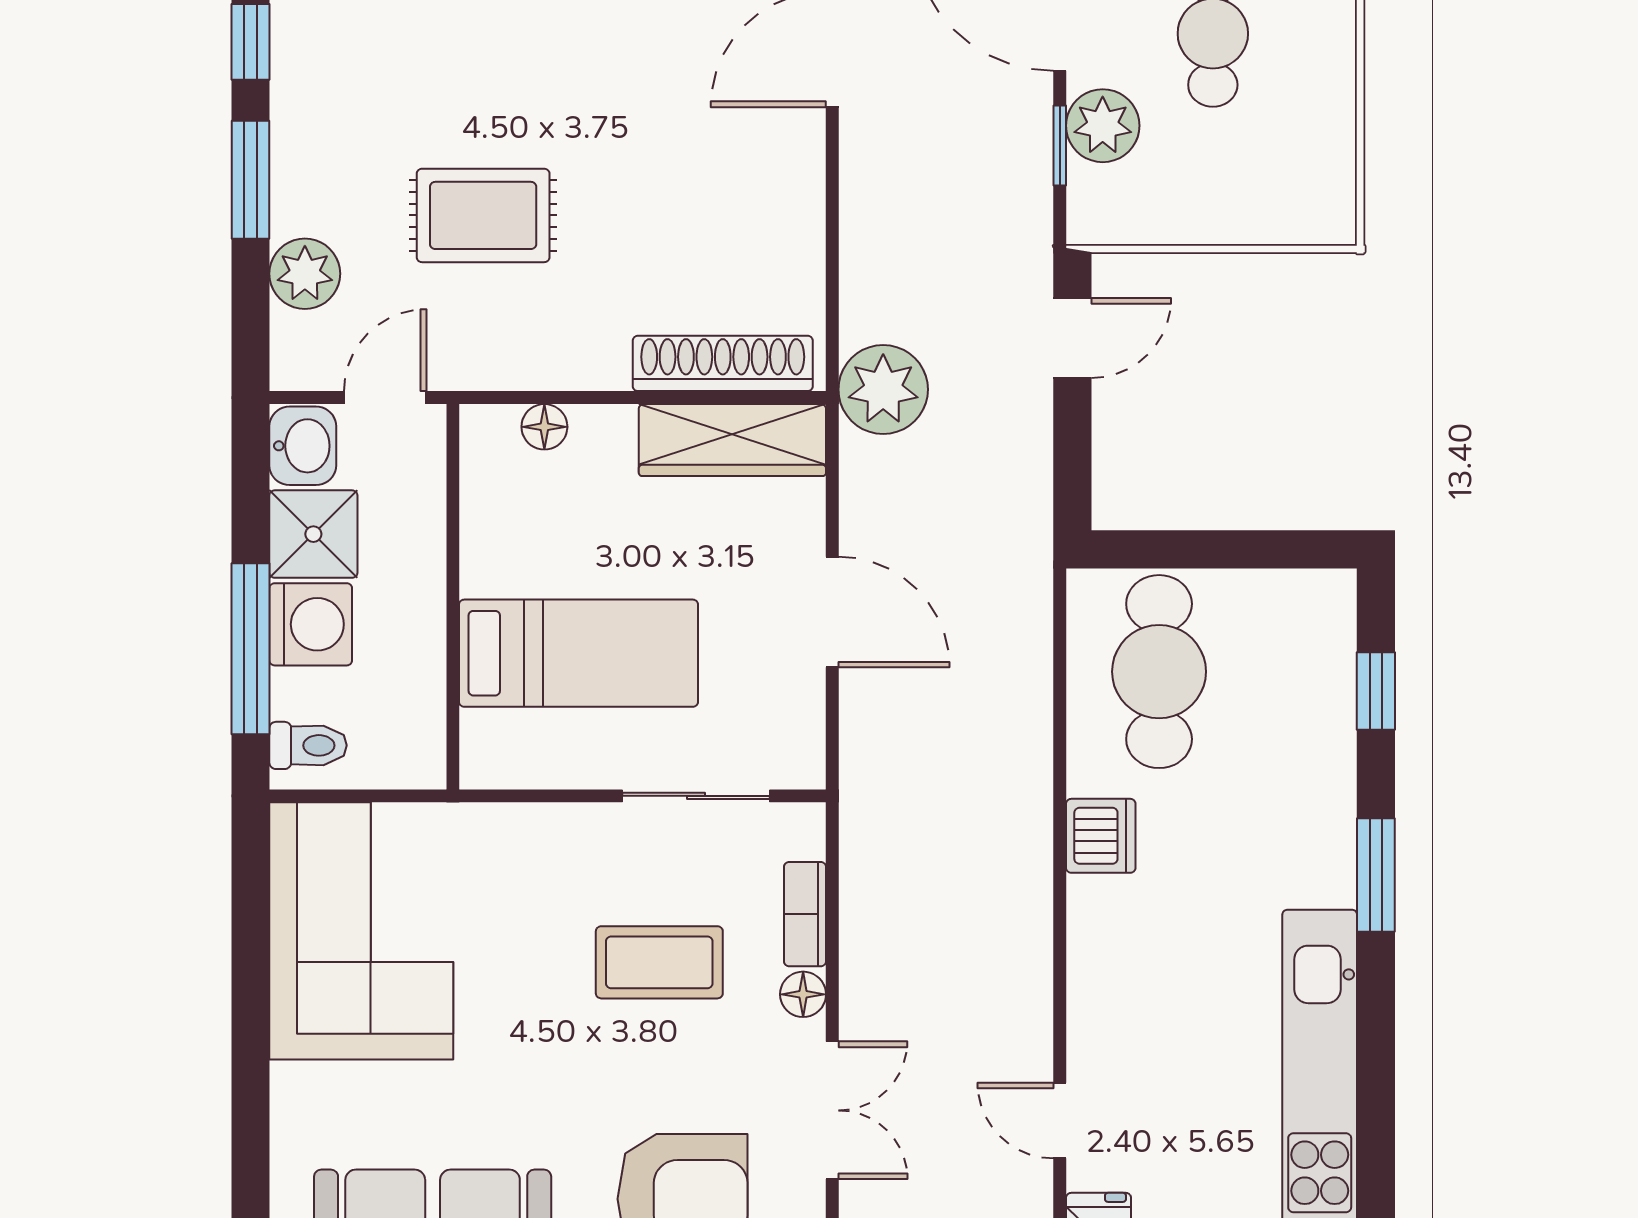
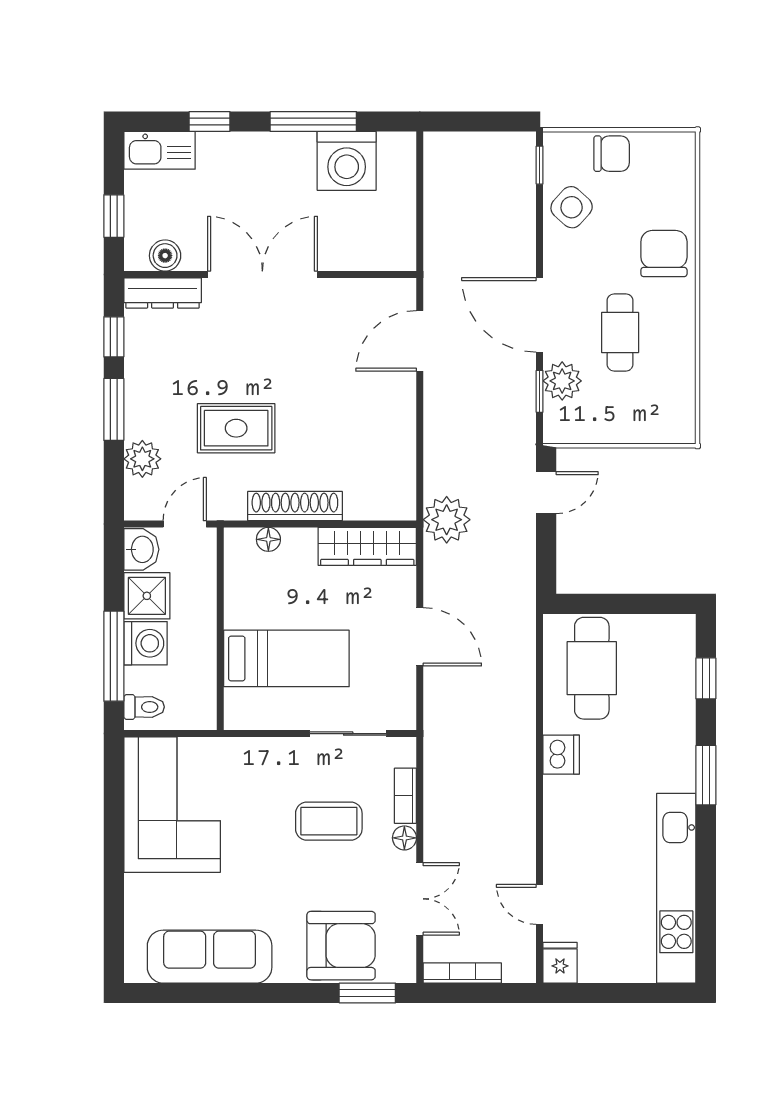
shoe rack: (723, 363) -> (295, 506), moved

